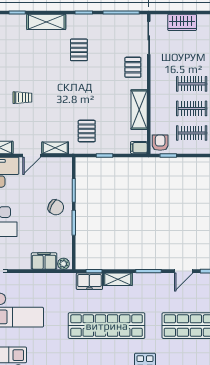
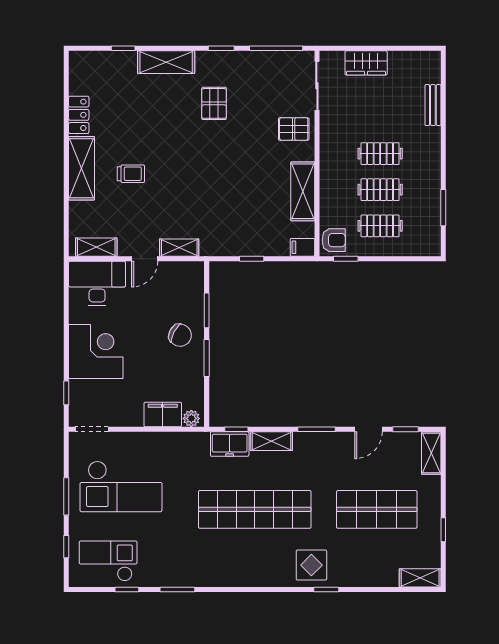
pallet: (133, 67) -> (294, 129), turned 90
pallet: (87, 131) -> (226, 223), removed
armchair: (160, 143) -> (334, 240), turned 90

